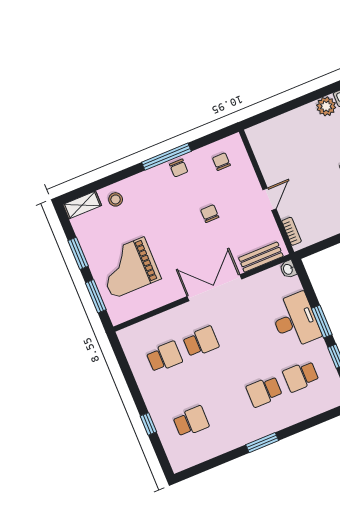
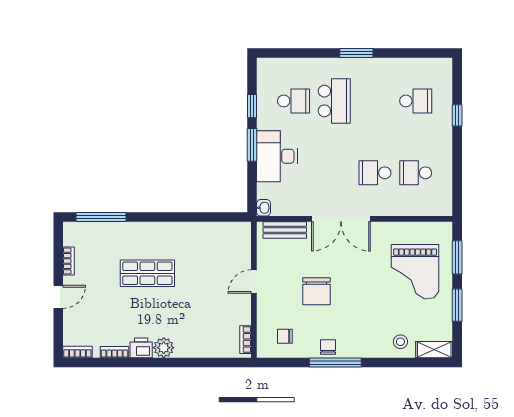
chair: (221, 162) -> (285, 336), turned 90
chair: (210, 214) -> (316, 291), width x1.87, depth x1.87
bookcase: (291, 231) -> (246, 340), moved
grand piano: (128, 268) -> (415, 272), turned 90
school desk: (264, 391) -> (334, 101), width x1.85
school desk: (191, 422) -> (416, 101), turned 180

